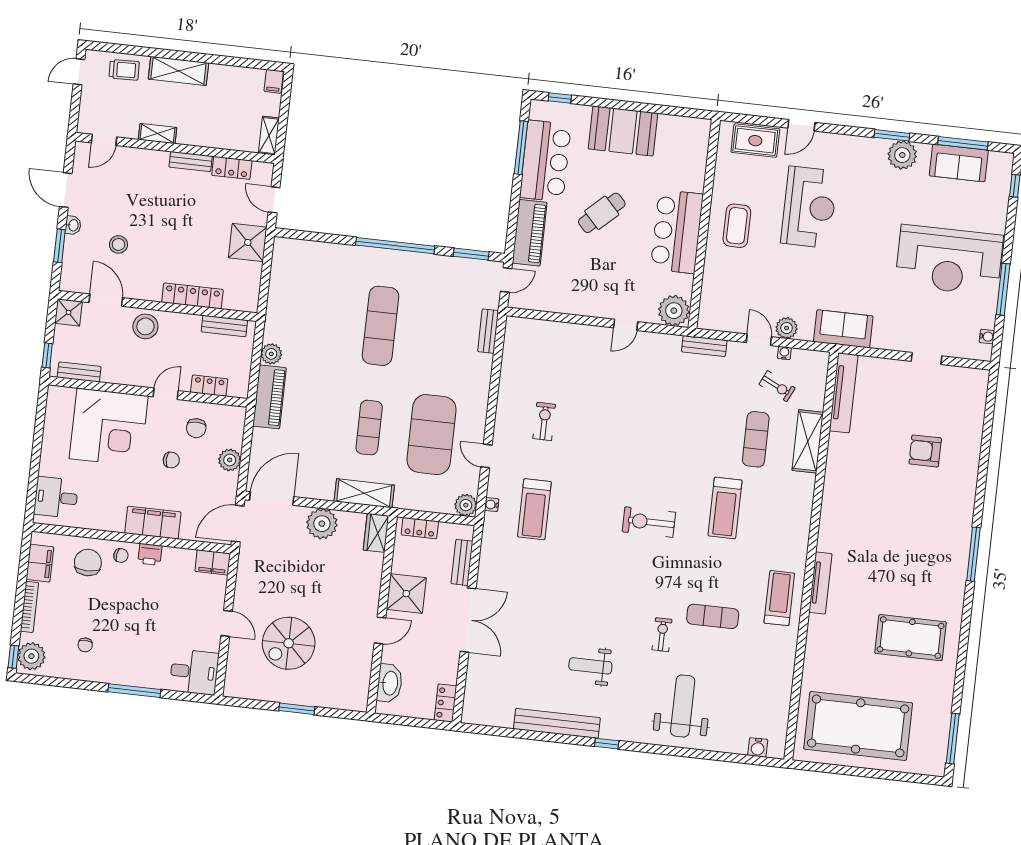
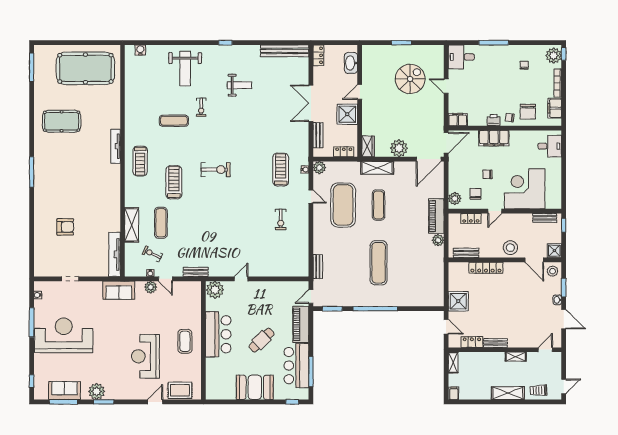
stool: (118, 244) -> (553, 271), moved
plant: (230, 460) -> (455, 199), moved
treadmill: (779, 598) -> (140, 161), moved
bench: (557, 723) -> (285, 51), moved

